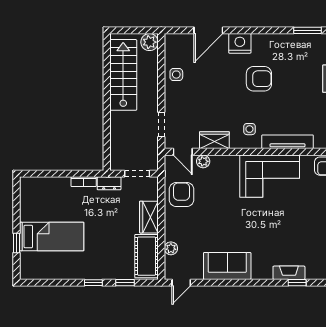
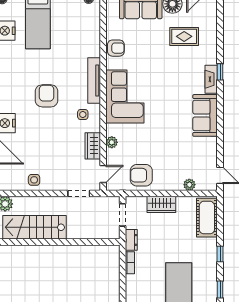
armchair: (259, 79) -> (47, 96), moved
plant: (203, 161) -> (112, 142), moved
cot: (147, 256) -> (207, 218), moved, turned 90
sofa: (227, 266) -> (205, 115), moved
window: (125, 283) -> (220, 289), moved

